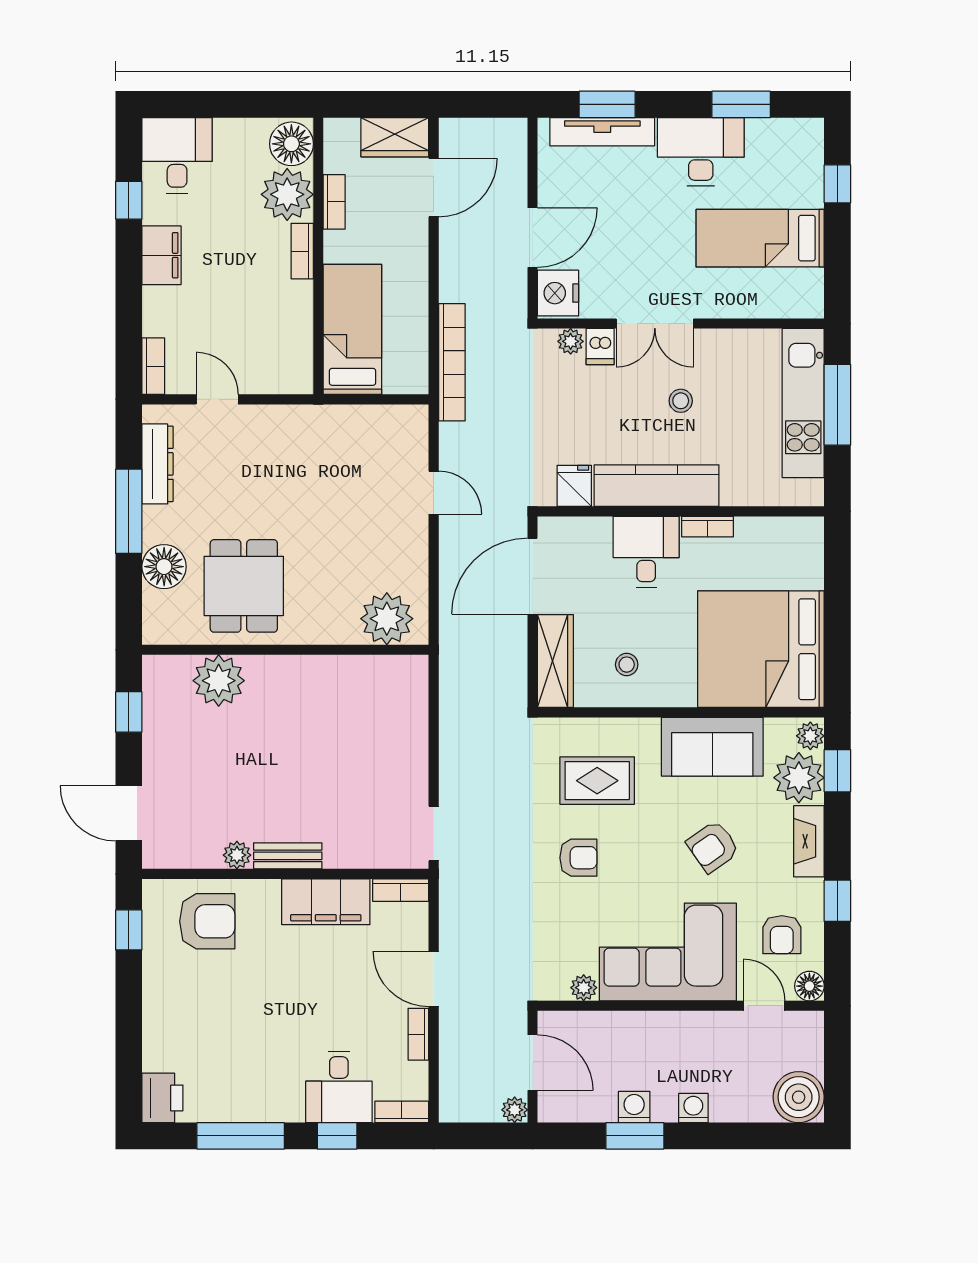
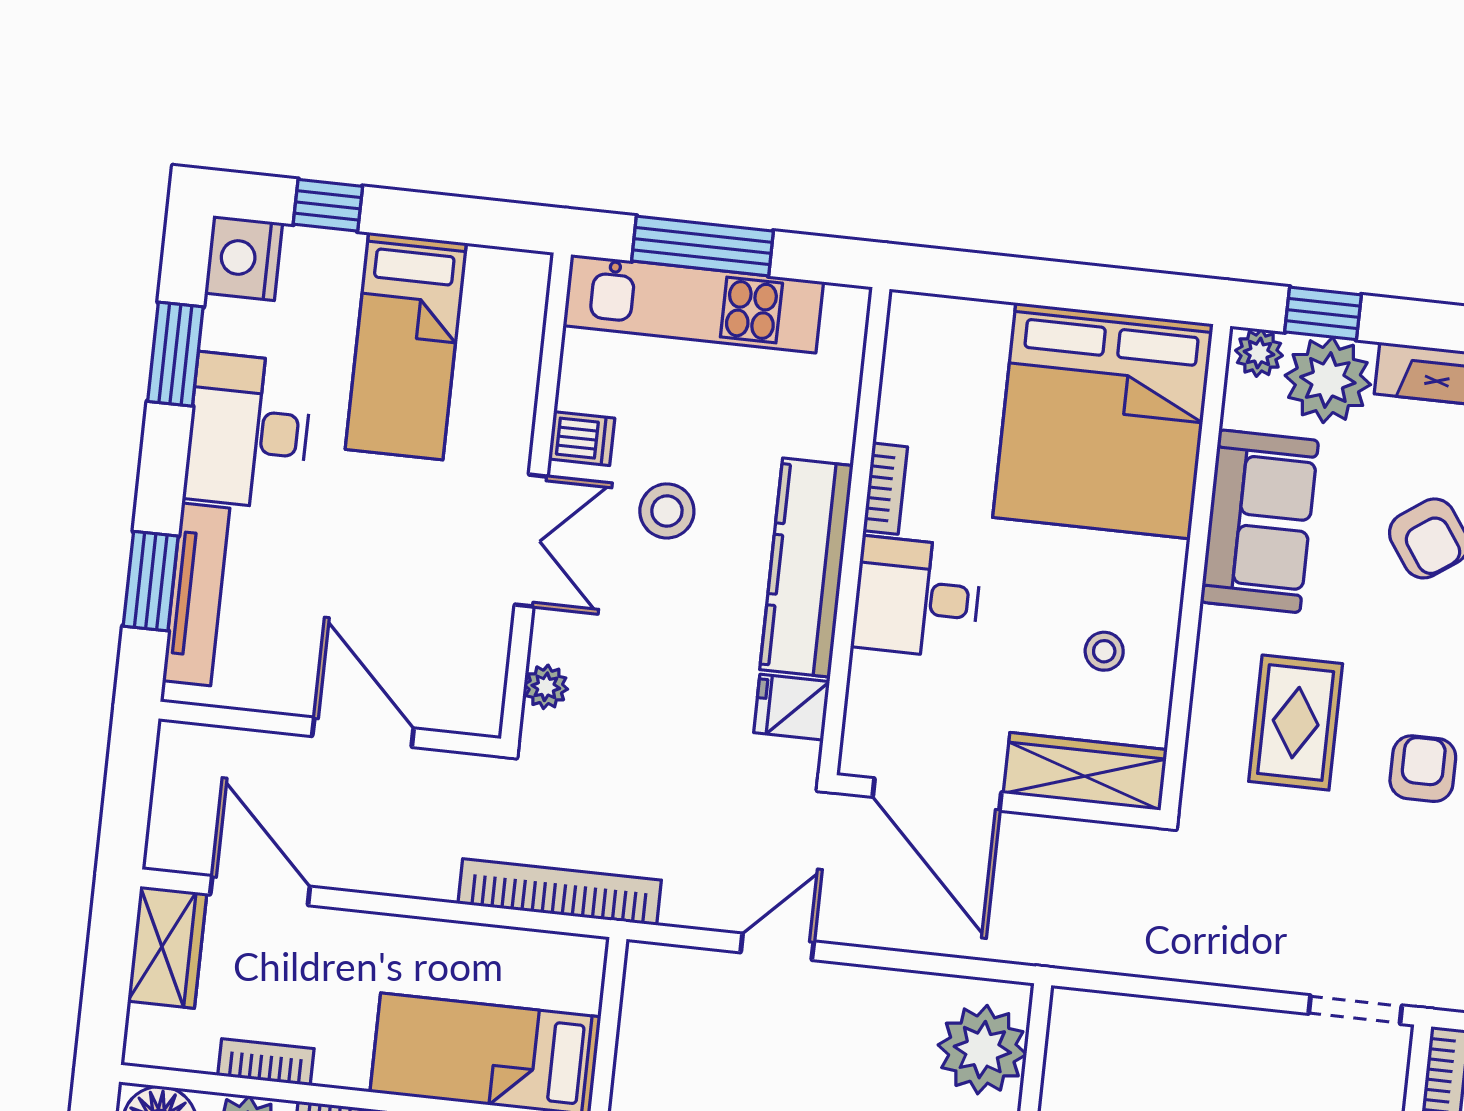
nightstand: (558, 293) -> (244, 258), moved, turned 90
dishwasher: (600, 346) -> (582, 439), moved
stool: (681, 401) -> (667, 511), width x1.37, depth x1.37

